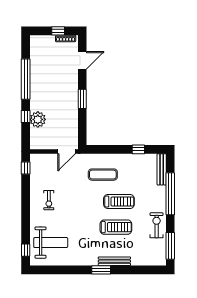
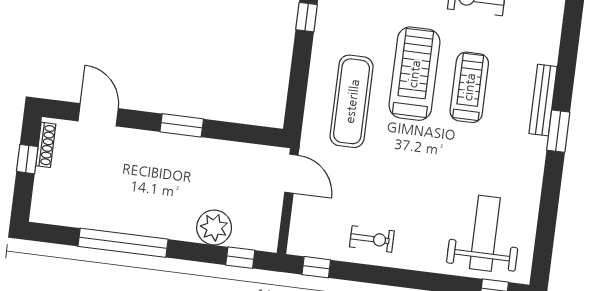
window: (26, 117) -> (240, 258), moved
exercise mat: (103, 175) -> (352, 101), width x1.36, depth x1.45
exercise bike: (49, 200) -> (372, 239), moved
treadmill: (119, 201) -> (414, 74), width x1.37, depth x1.38

